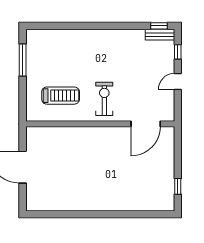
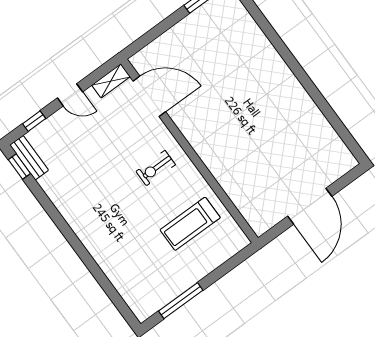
treadmill: (61, 96) -> (190, 224), turned -90
exercise bike: (104, 99) -> (156, 168), width x0.73, depth x0.72
shelving: (169, 109) -> (111, 81), added

